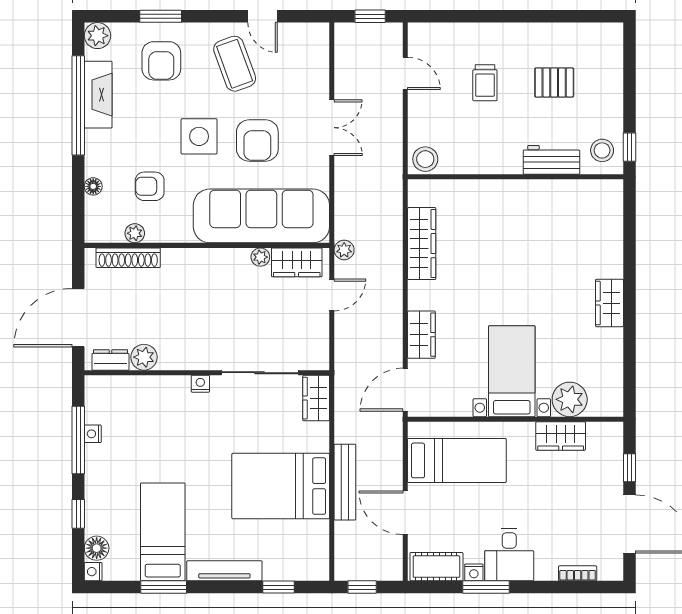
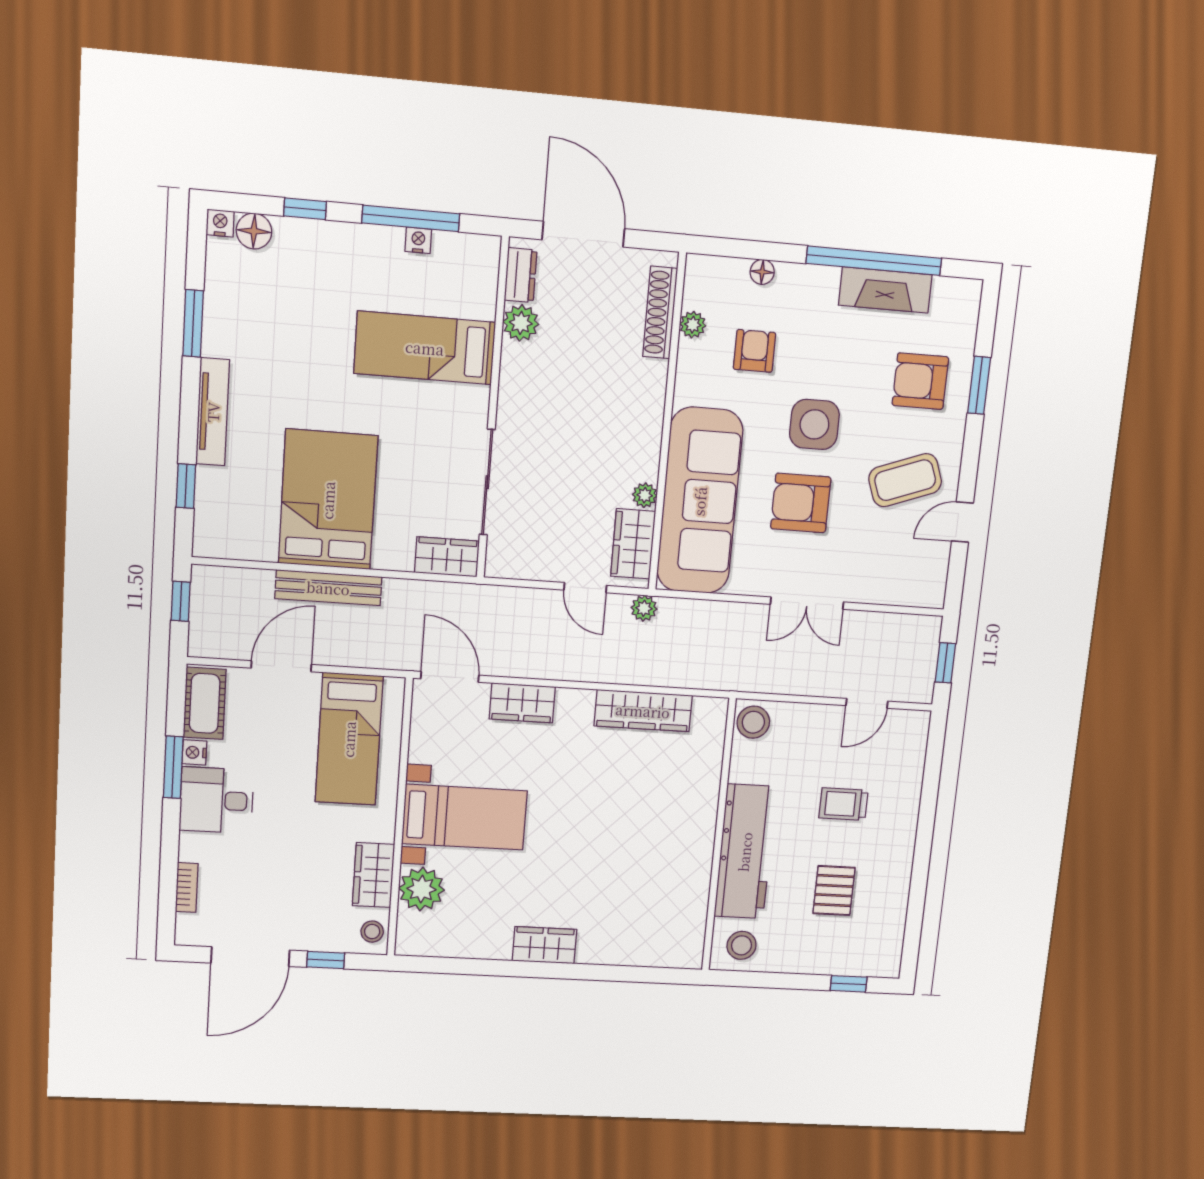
plant: (98, 36) -> (964, 296), removed
window: (629, 147) -> (849, 984), moved
workbench: (551, 160) -> (745, 852), width x1.87, depth x1.32
nightstand: (200, 384) -> (478, 399), removed
stool: (605, 434) -> (372, 932), added
bed: (163, 532) -> (425, 348), moved, turned 180

